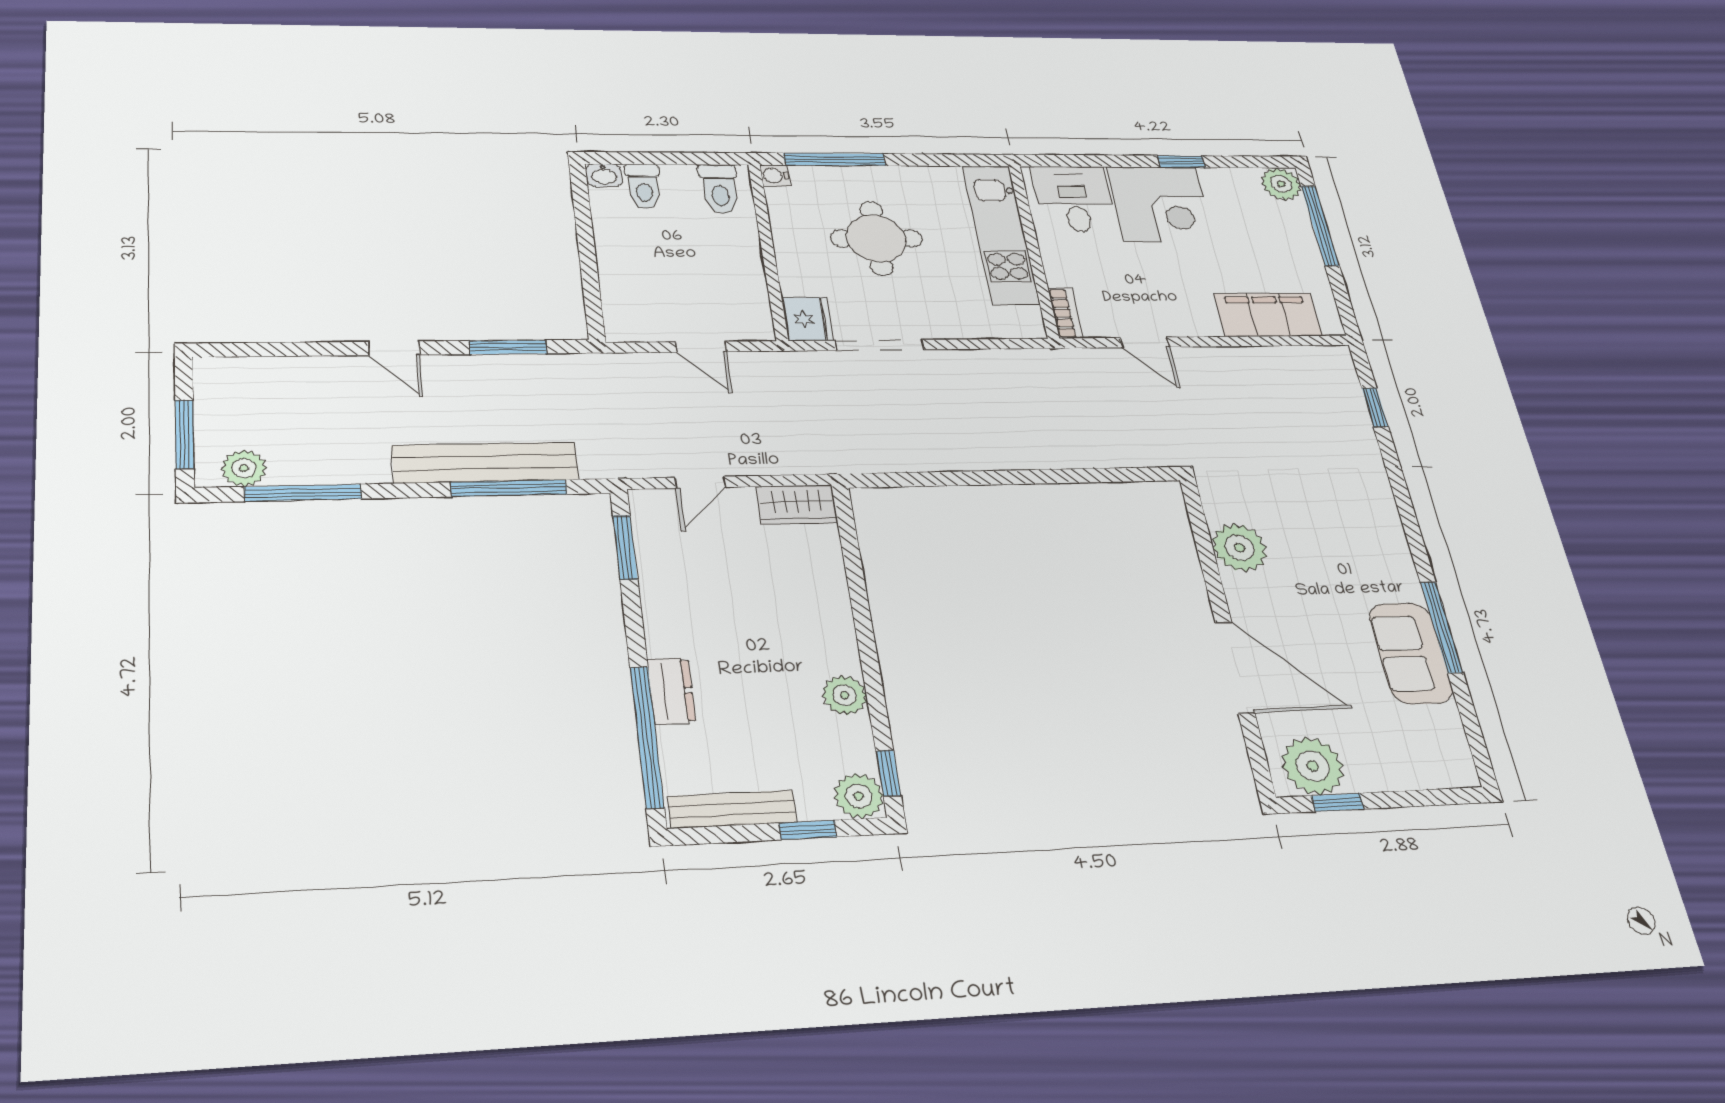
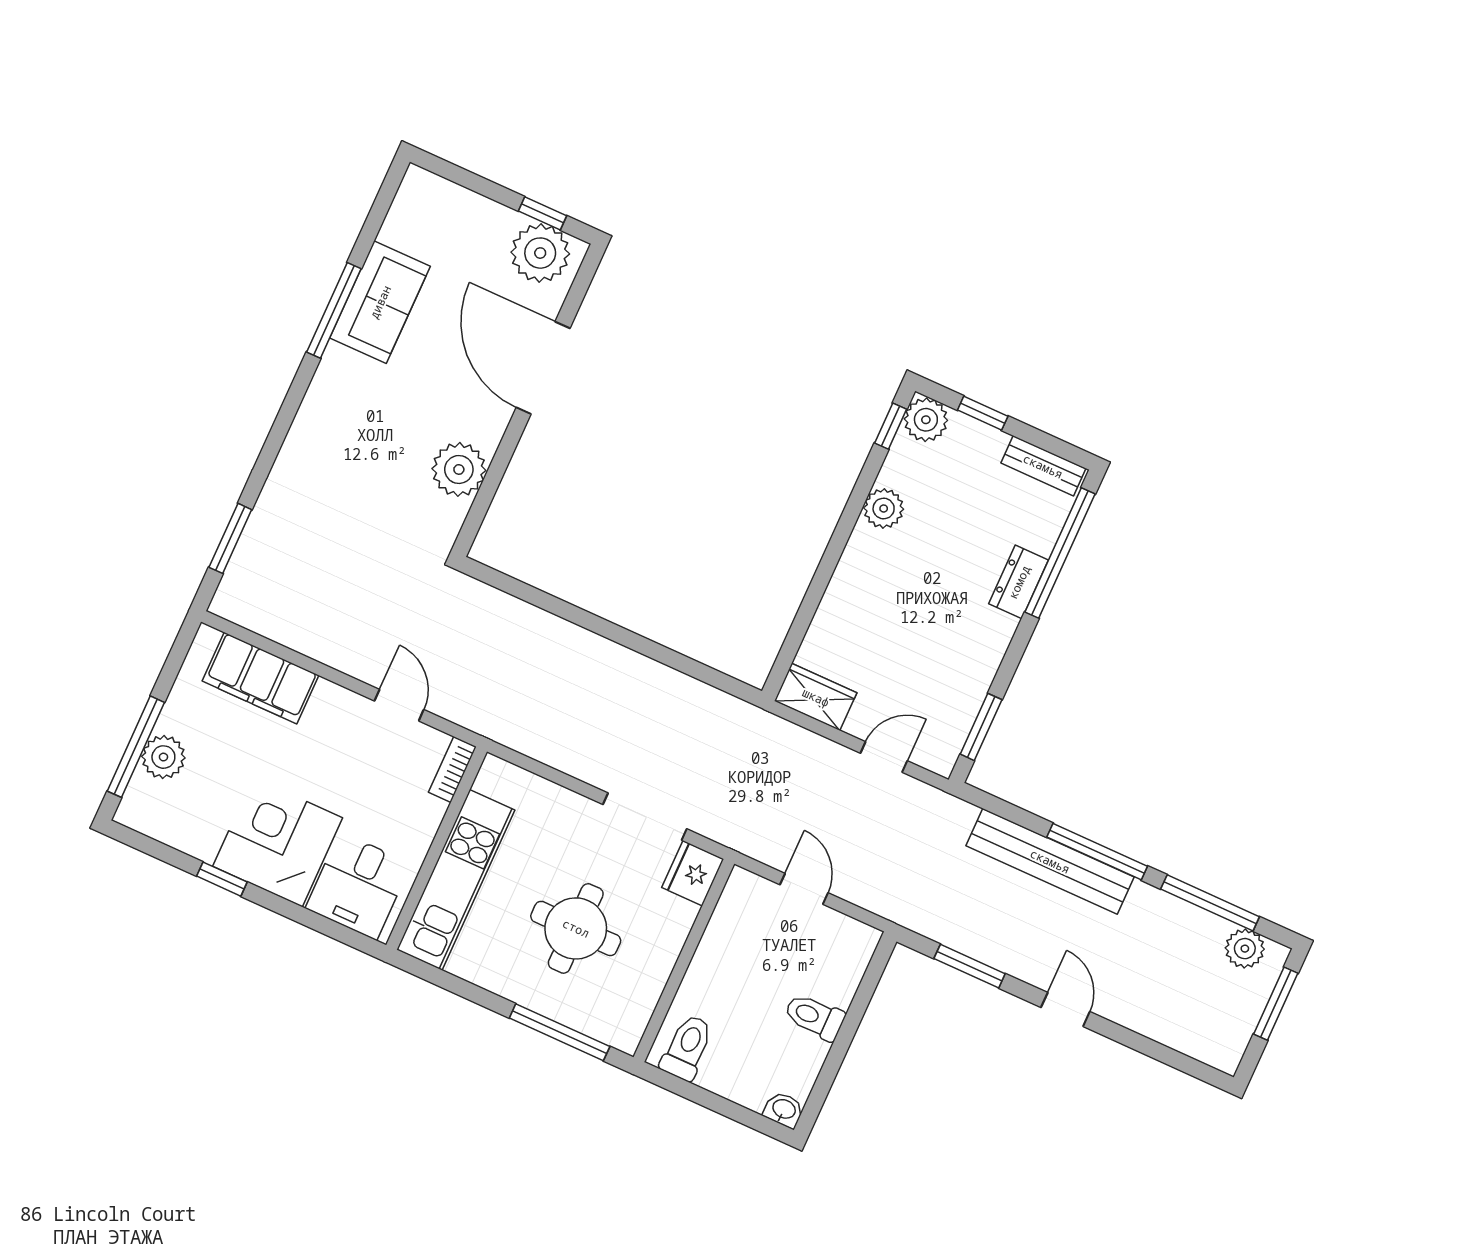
water cooler: (775, 176) -> (627, 1039), removed
plant: (1281, 184) -> (163, 757), moved
toilet: (644, 186) -> (814, 1017), moved, turned -90
window: (1375, 408) -> (230, 538), width x1.50
window: (509, 488) -> (1097, 852), moved
bench: (732, 809) -> (1043, 466), width x0.73

